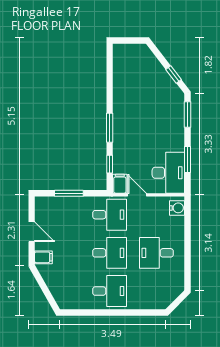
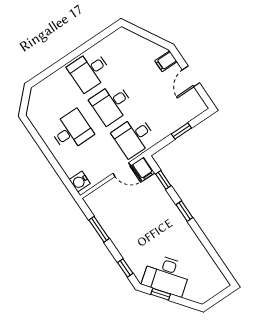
window: (188, 114) -> (125, 268), width x0.67
window: (110, 128) -> (184, 211), width x0.67
desk: (168, 173) -> (166, 275), moved, turned -38
window: (69, 193) -> (181, 131), width x0.67
door: (32, 232) -> (191, 76), hinge flipped

